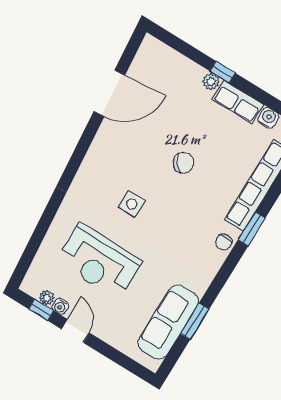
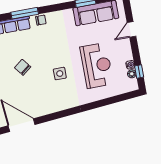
window: (252, 229) -> (25, 13), width x1.44
door: (75, 331) -> (131, 29), moved

